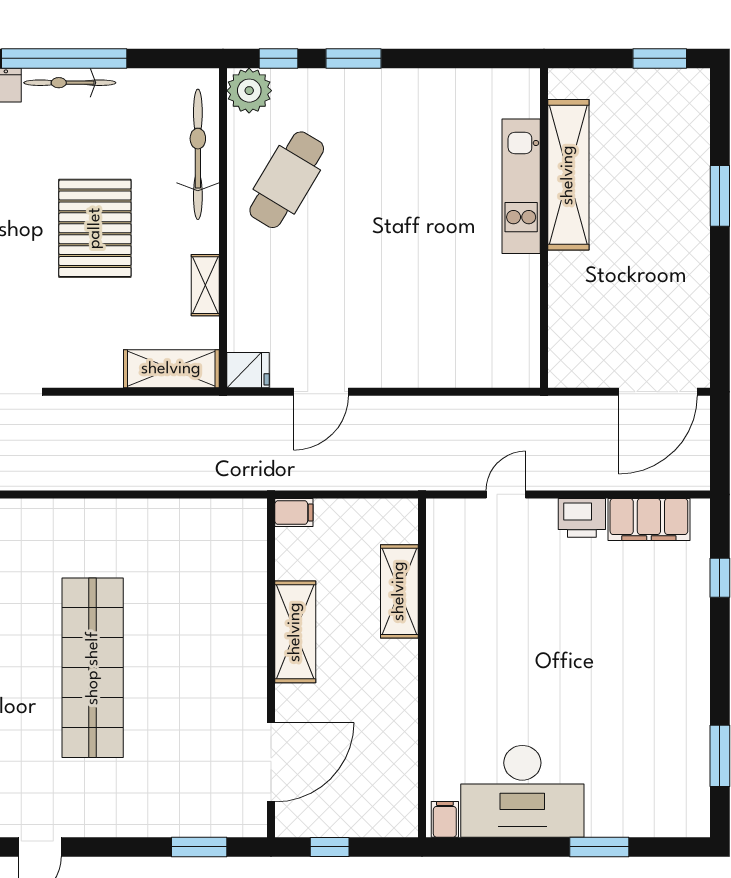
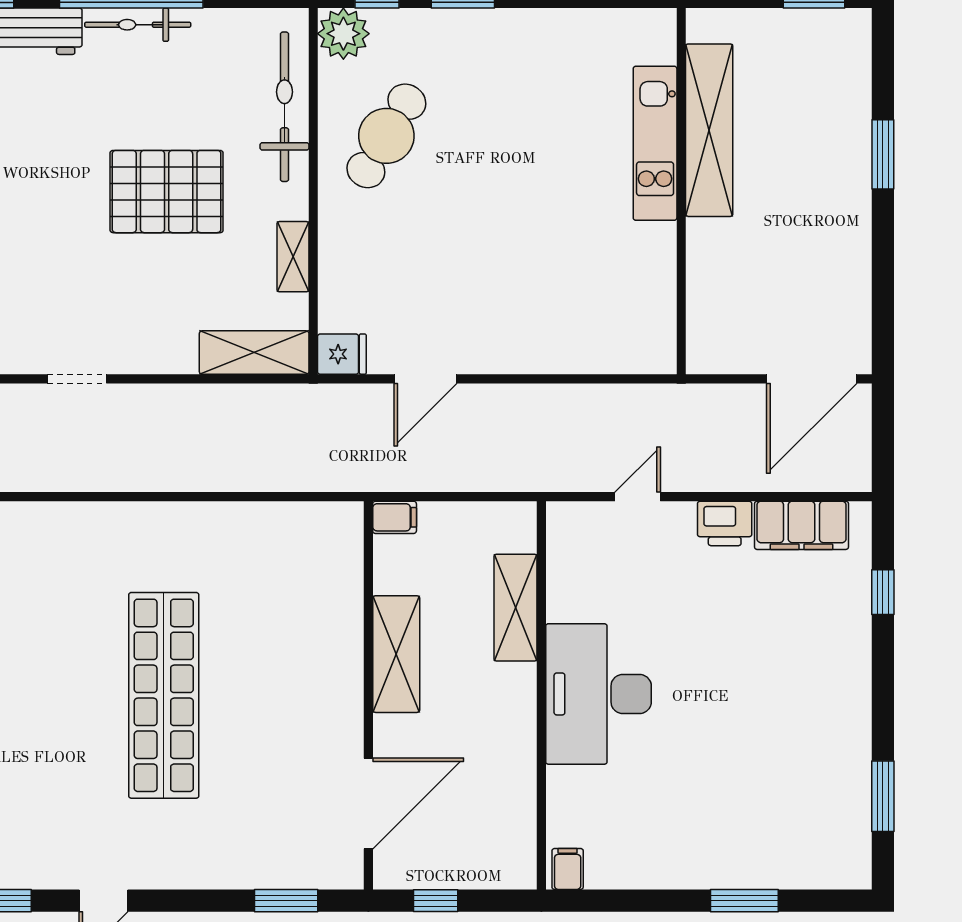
pallet: (95, 228) -> (167, 192), turned 90
desk: (522, 791) -> (598, 694), moved, turned 90

